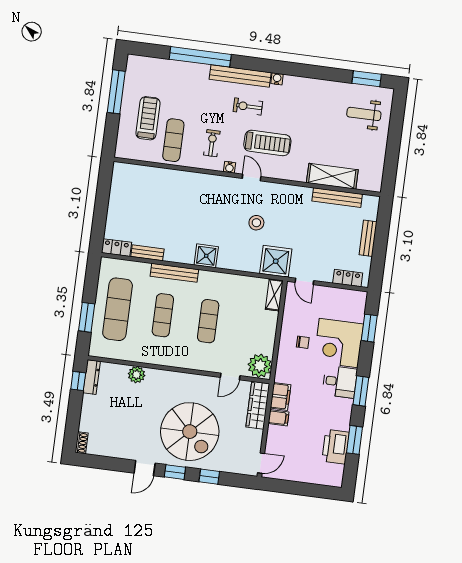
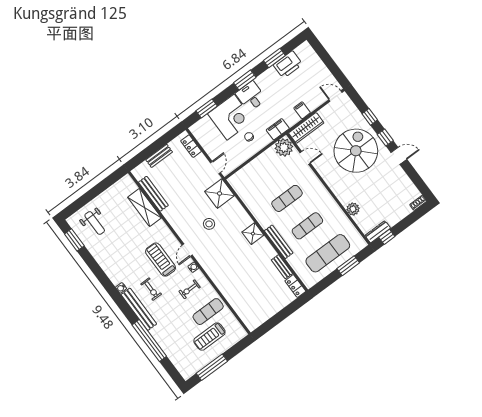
shelving: (274, 295) -> (238, 177), removed
filing cabinet: (281, 396) -> (278, 129), moved

